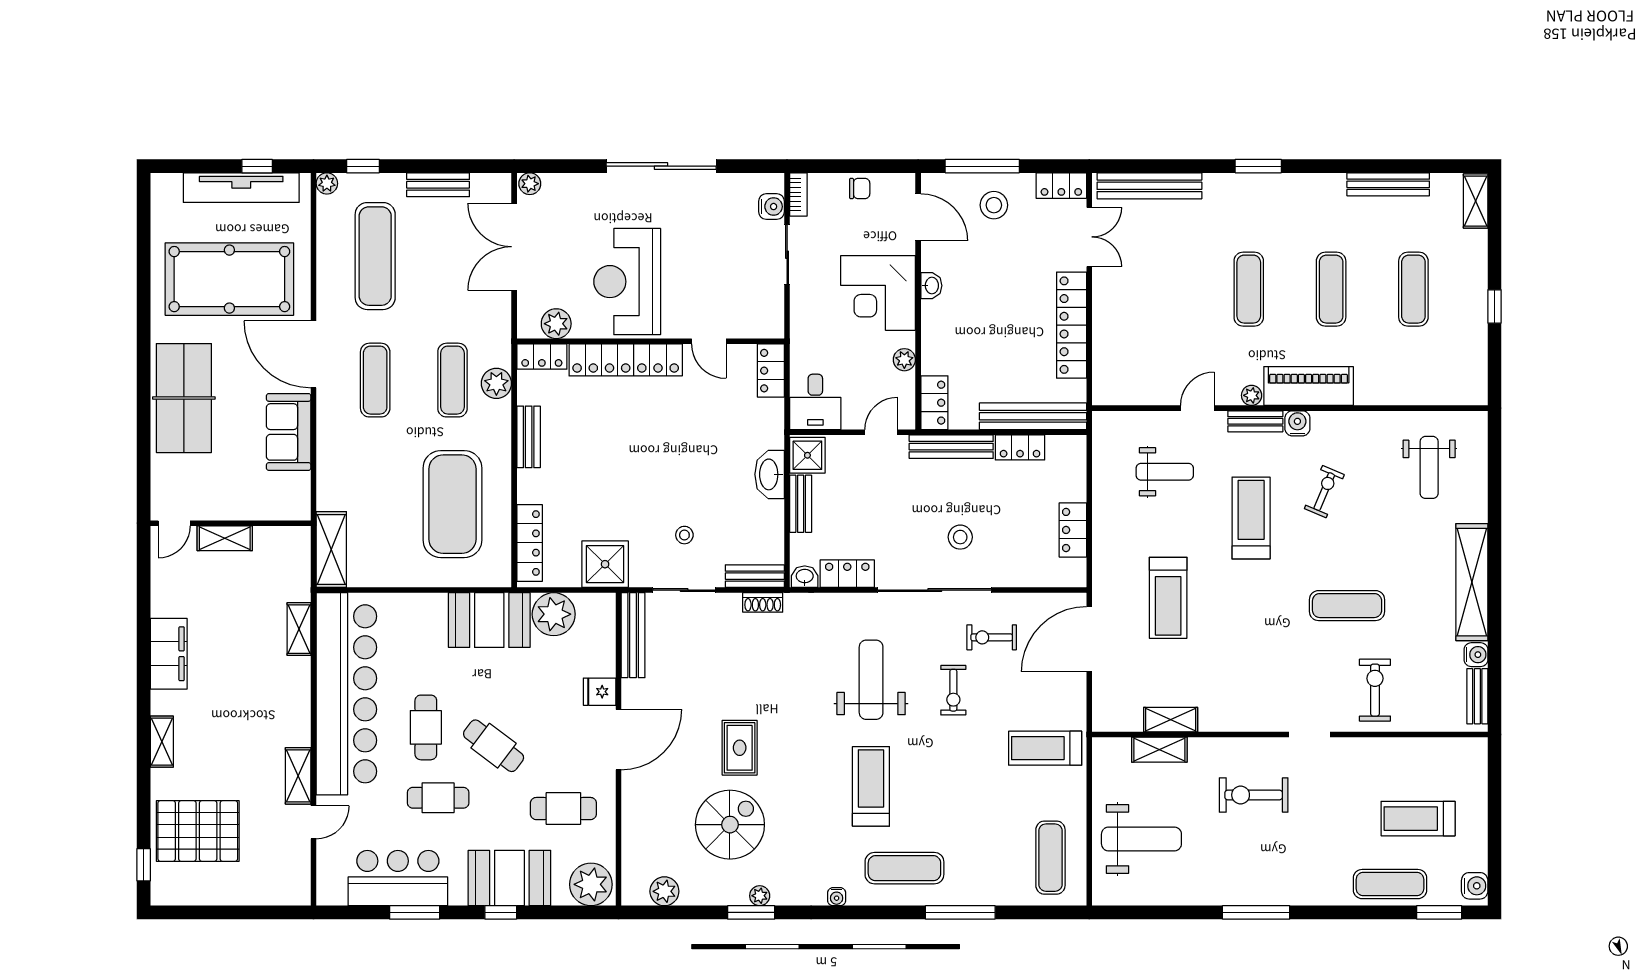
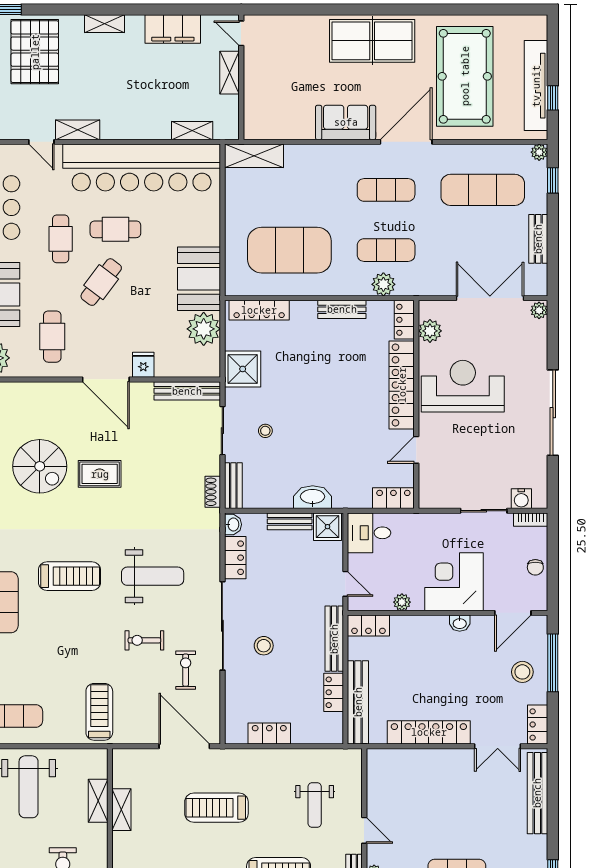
door: (174, 523) -> (241, 33), moved
wall: (231, 523) -> (241, 77), moved
shelving: (225, 538) -> (229, 73), moved

